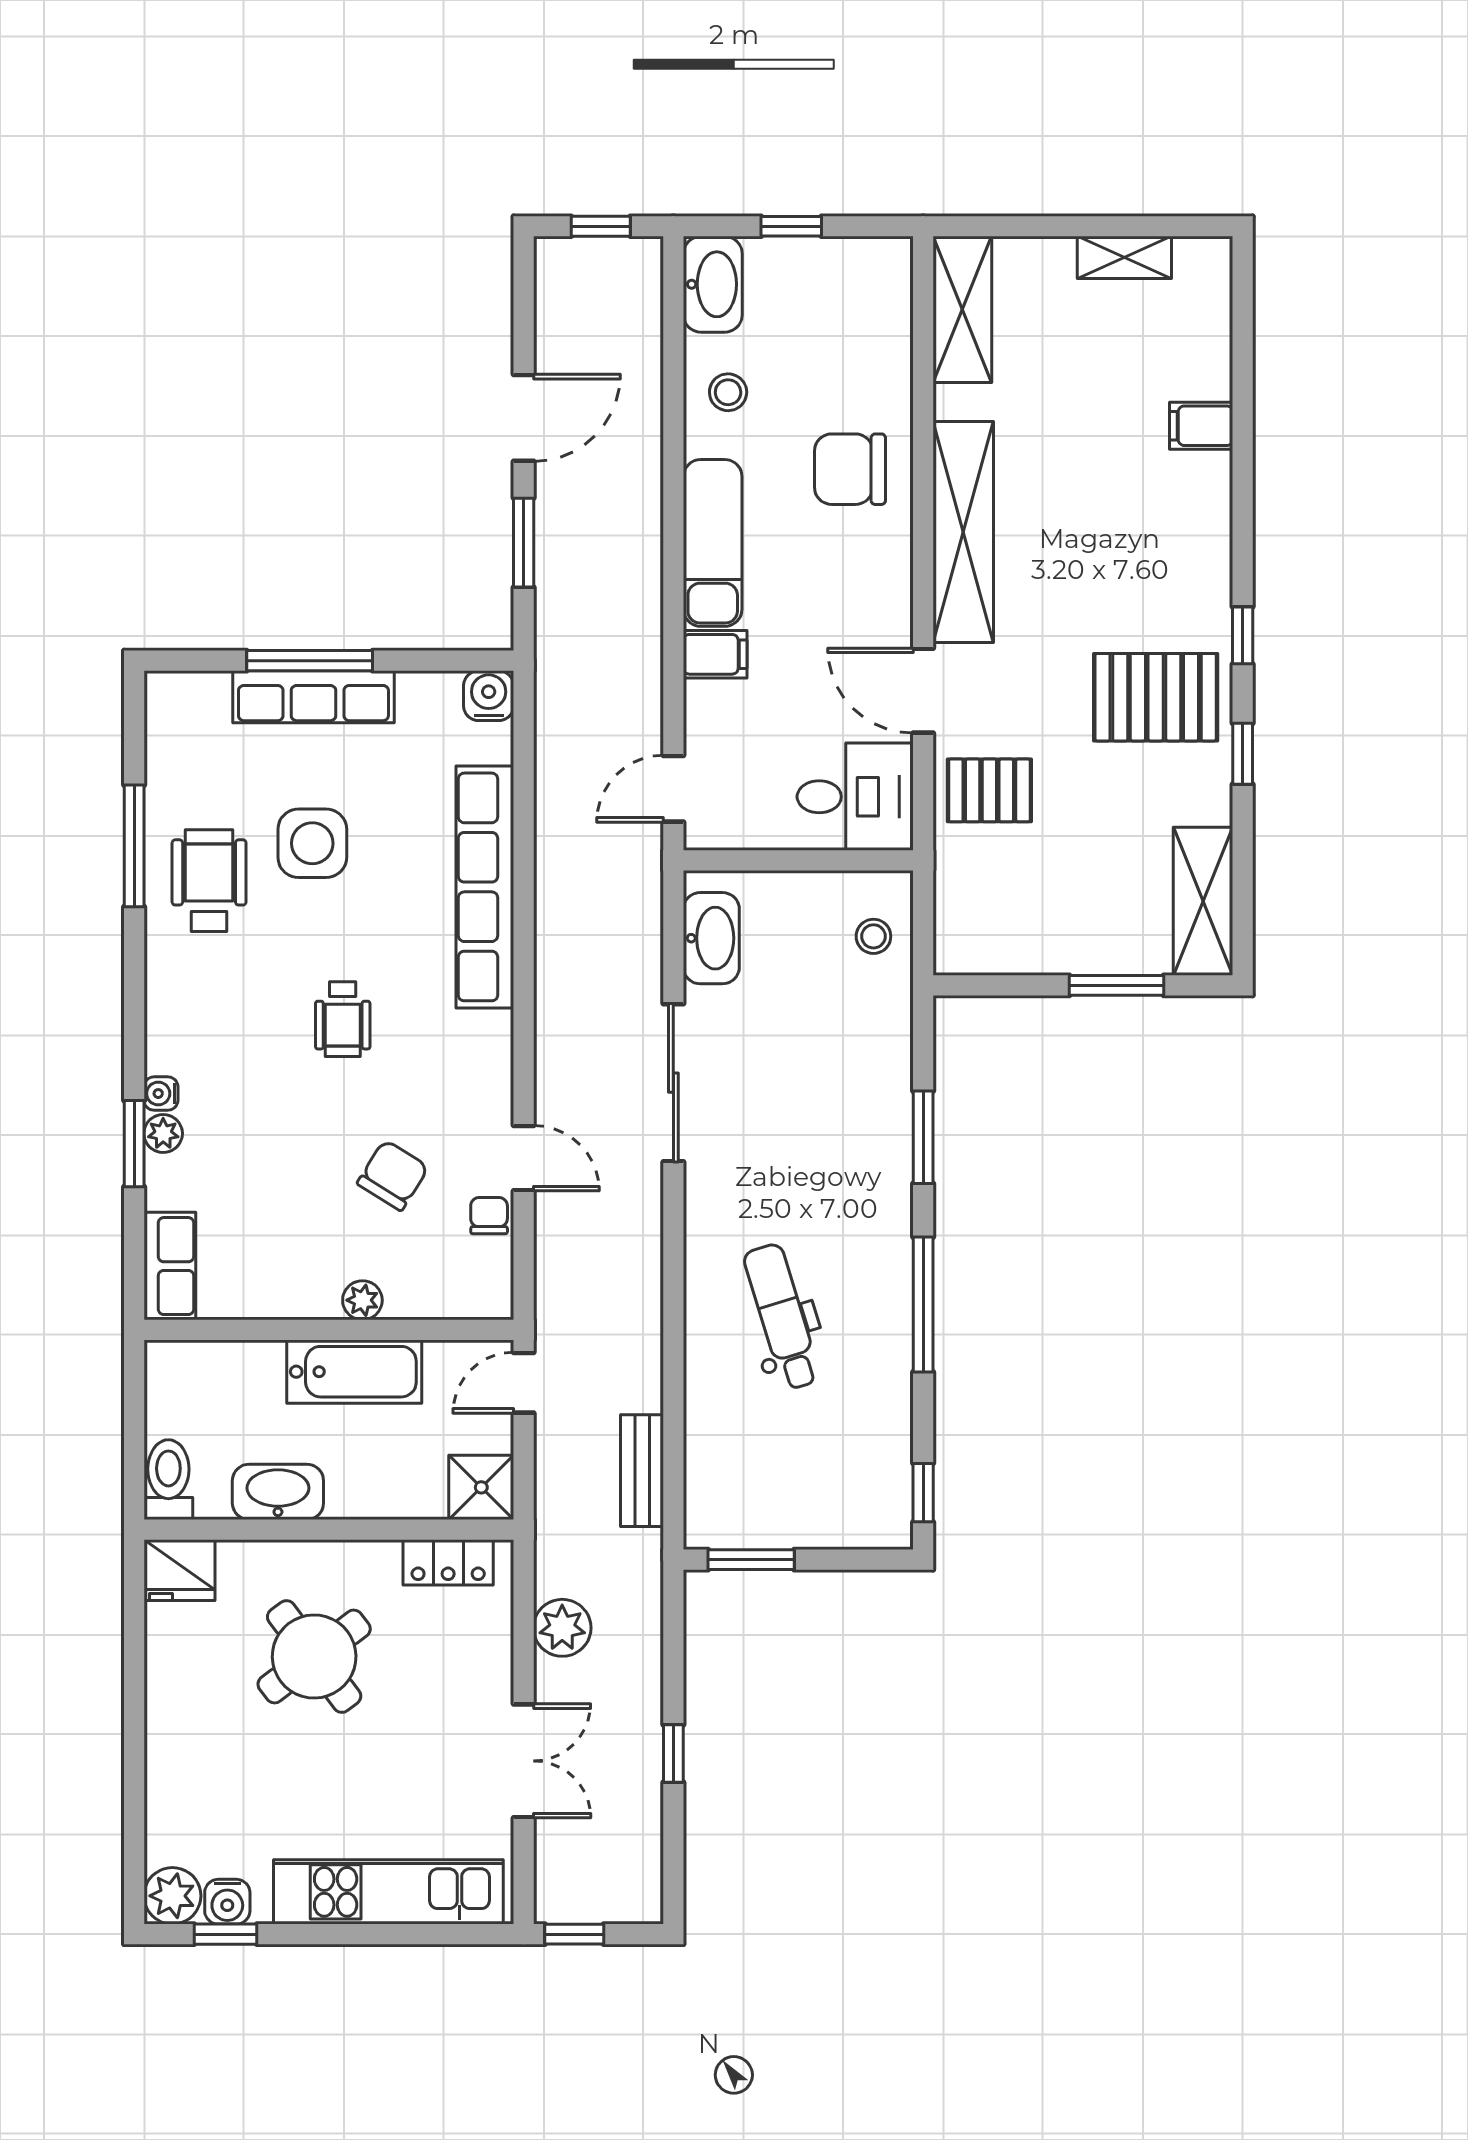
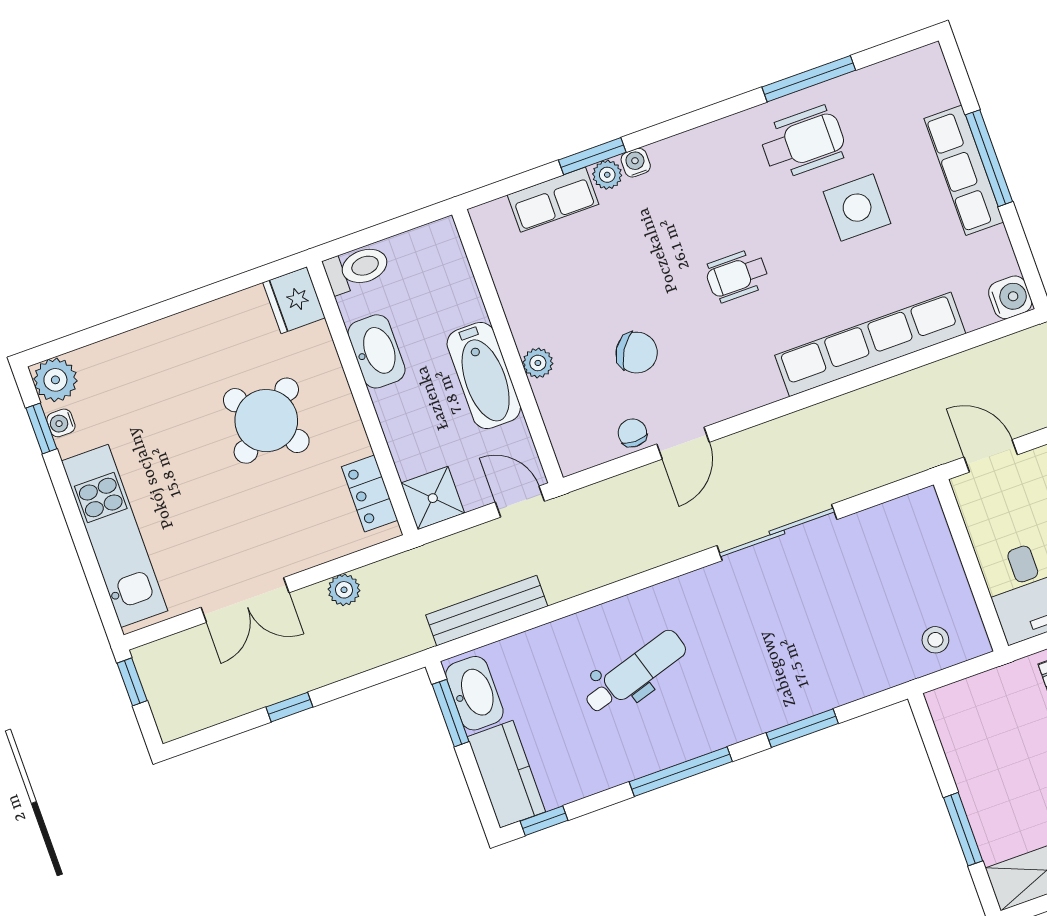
washbasin: (711, 938) -> (474, 693), moved, turned -90
chair: (489, 1216) -> (632, 433), turned -90
row of seats: (170, 1266) -> (553, 200), moved
bench: (642, 1471) -> (487, 611), width x1.36
kitchen counter: (850, 1518) -> (506, 774), added
plant: (562, 1628) -> (344, 590), width x0.73, depth x0.73
water cooler: (227, 1902) -> (61, 423), width x0.72, depth x0.72

